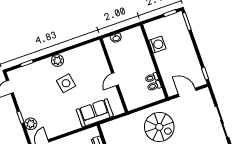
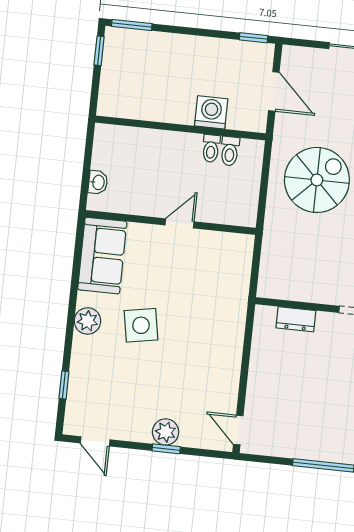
washing machine: (157, 45) -> (211, 112), moved
door: (115, 79) -> (180, 223), swing flipped
door: (187, 92) -> (274, 91), swing flipped
sofa: (95, 113) -> (102, 256), moved, turned 180
plant: (31, 124) -> (166, 432), moved

